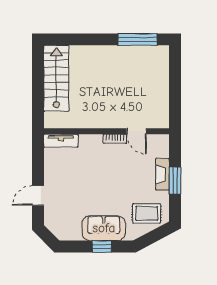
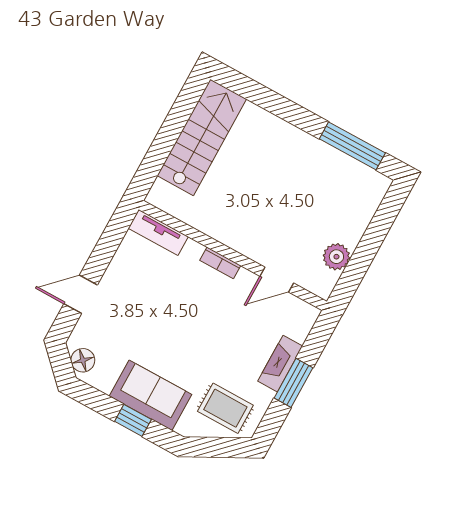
plant: (161, 102) -> (336, 257), added
door: (137, 131) -> (277, 280), hinge flipped
bookcase: (115, 139) -> (220, 263), moved
floor lamp: (58, 229) -> (83, 360), added

